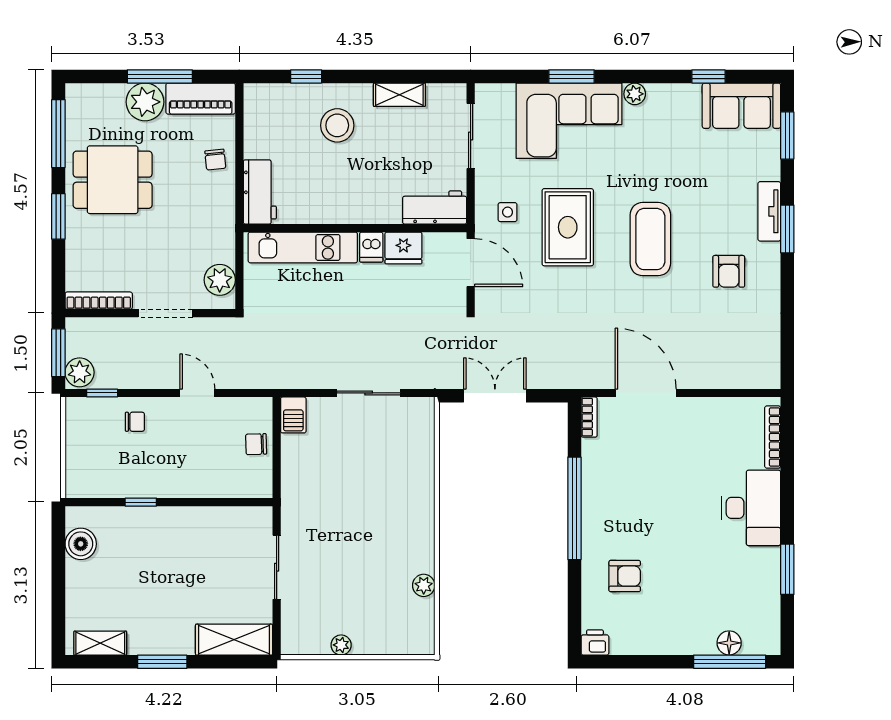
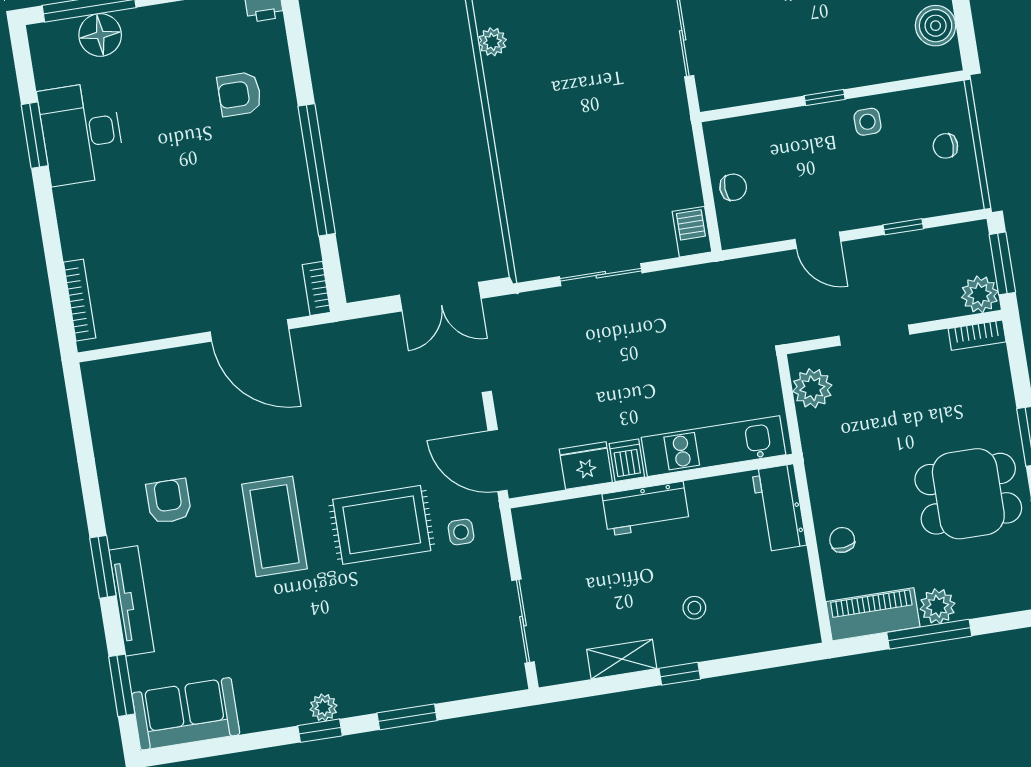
window: (306, 76) -> (680, 674), moved
window: (708, 76) -> (320, 731), moved
plant: (145, 102) -> (938, 606), width x0.73, depth x0.73
corner sofa: (569, 121) -> (401, 660), removed
stool: (337, 125) -> (694, 608), width x0.53, depth x0.53
workbench: (435, 208) -> (646, 509), moved
tv unit: (769, 211) -> (132, 601), width x1.41
rug: (568, 227) -> (382, 525), turned 90
bookcase: (99, 301) -> (977, 335), width x0.64
plant: (80, 372) -> (980, 294), moved
window: (102, 393) -> (903, 227), moved
chair: (135, 422) -> (945, 146), moved
side table: (145, 478) -> (867, 122), added
window: (141, 502) -> (825, 97), moved
desk: (751, 508) -> (81, 133), moved
floor lamp: (729, 643) -> (100, 35), width x1.38, depth x1.38

